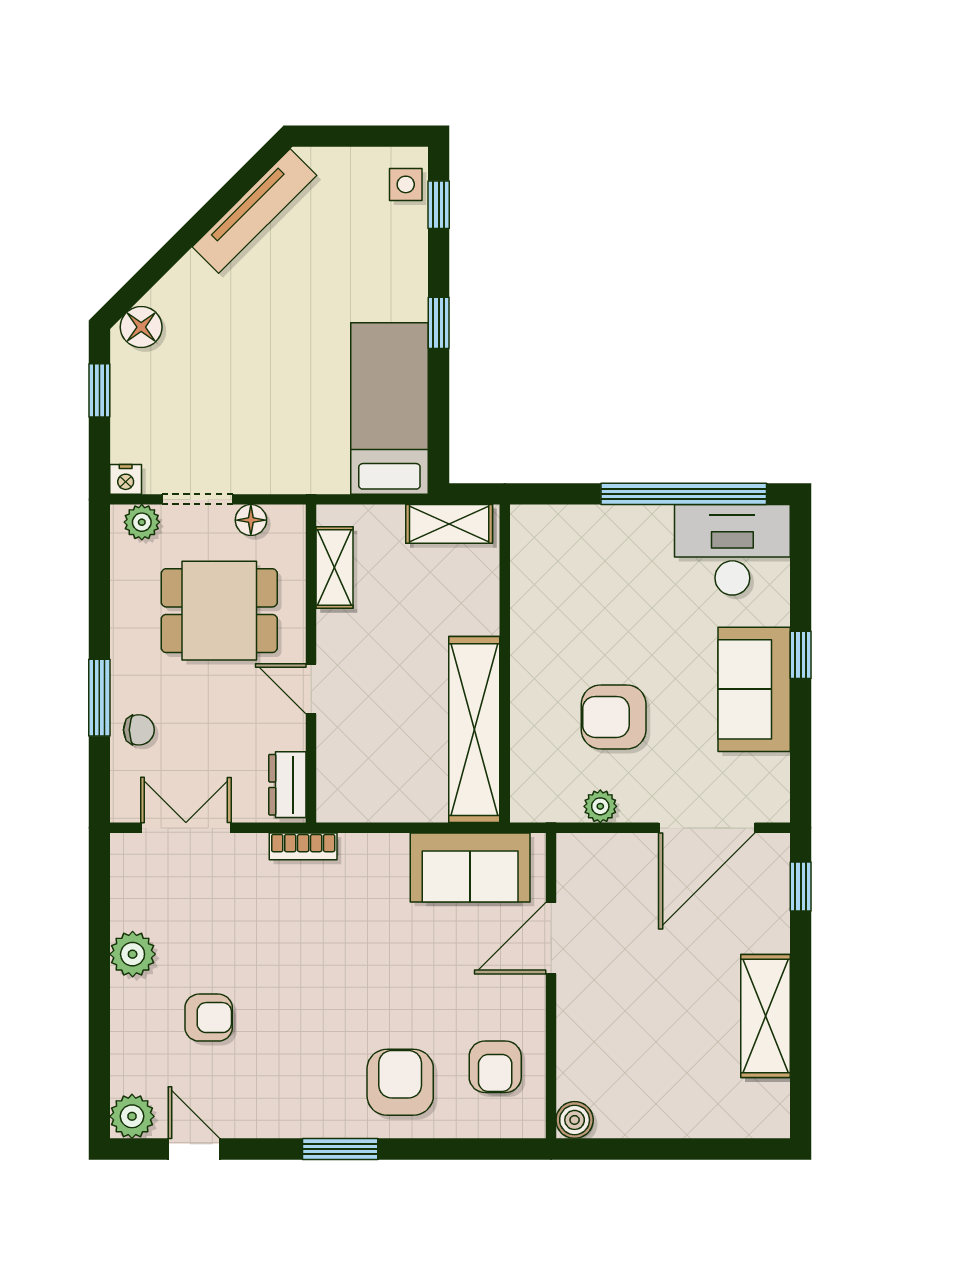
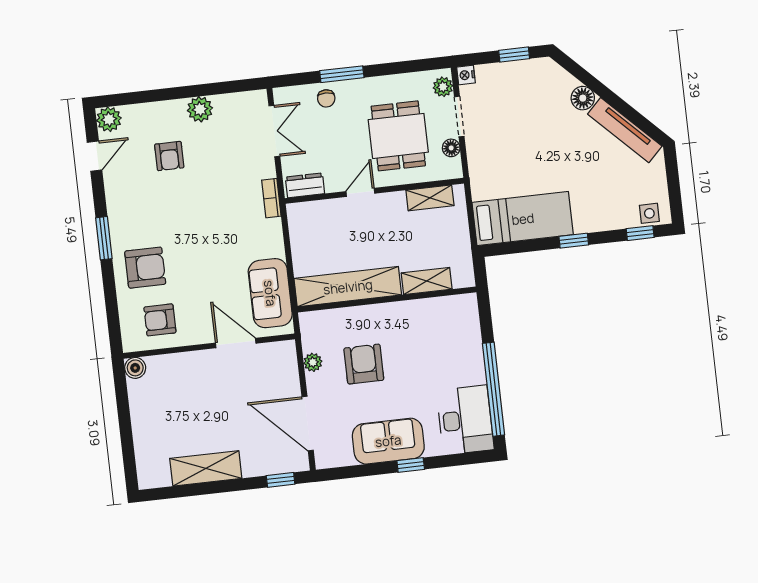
floor lamp: (141, 327) -> (583, 98), moved
shelving: (449, 524) -> (427, 281), moved, turned 90

